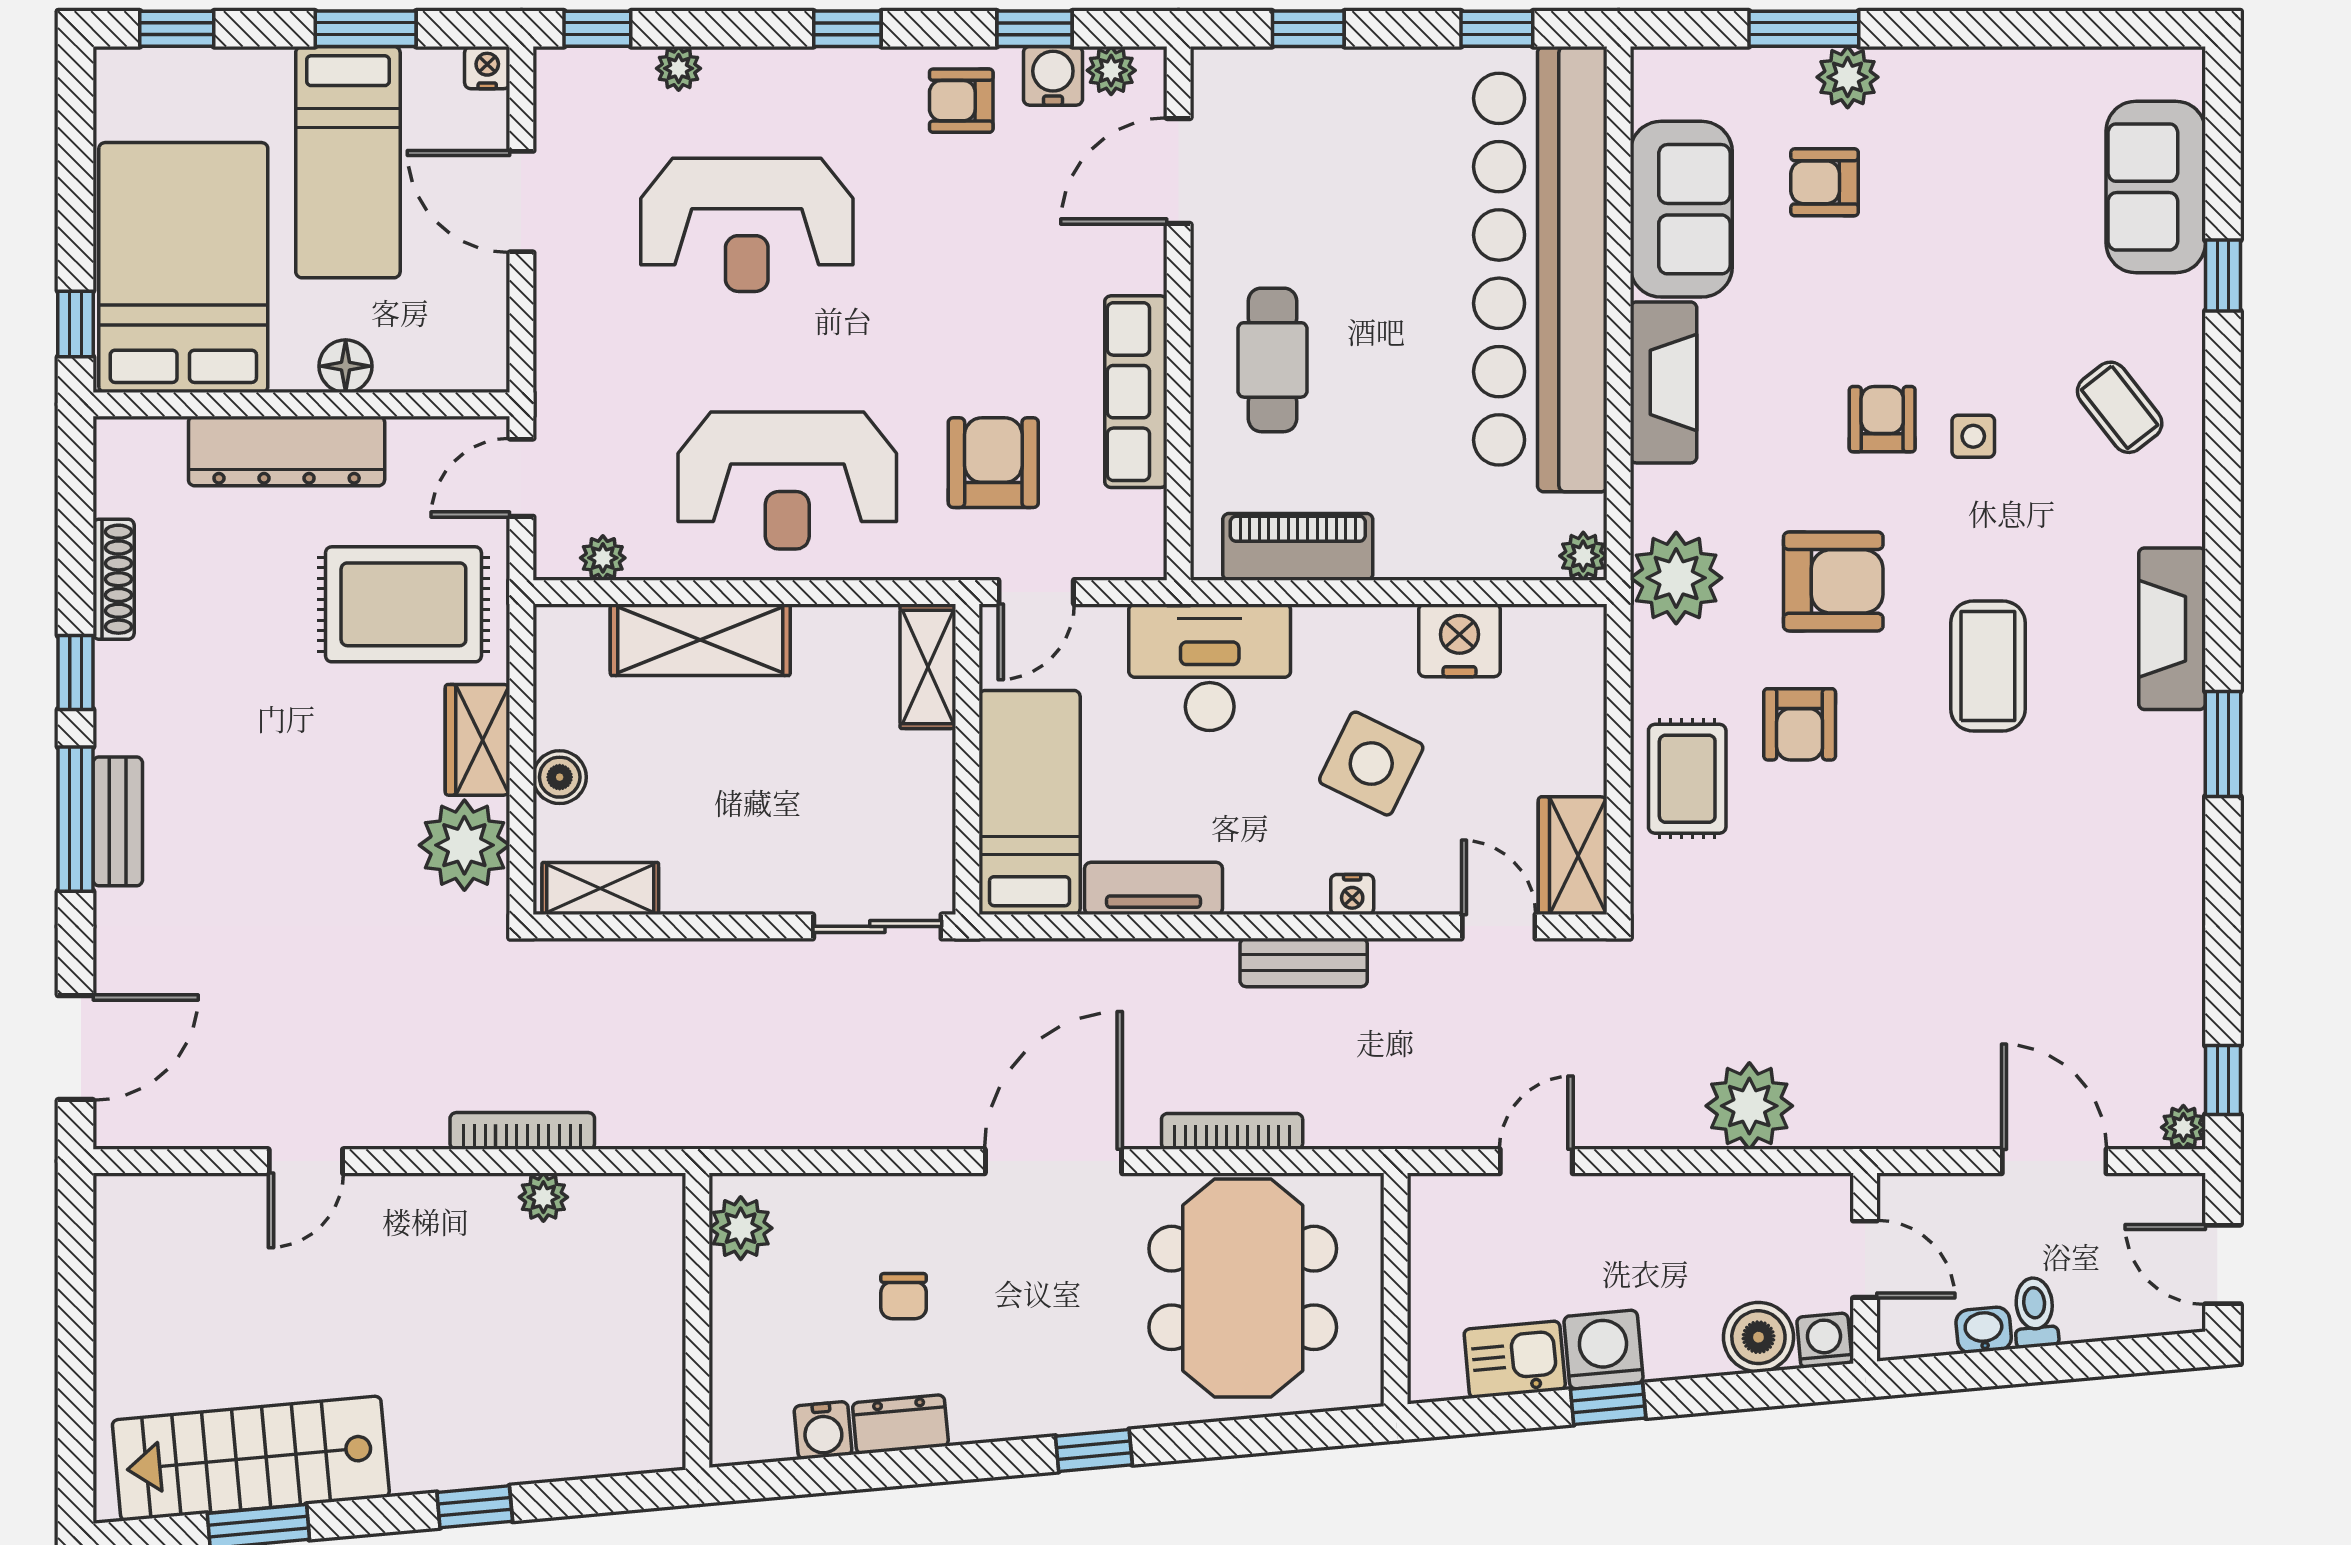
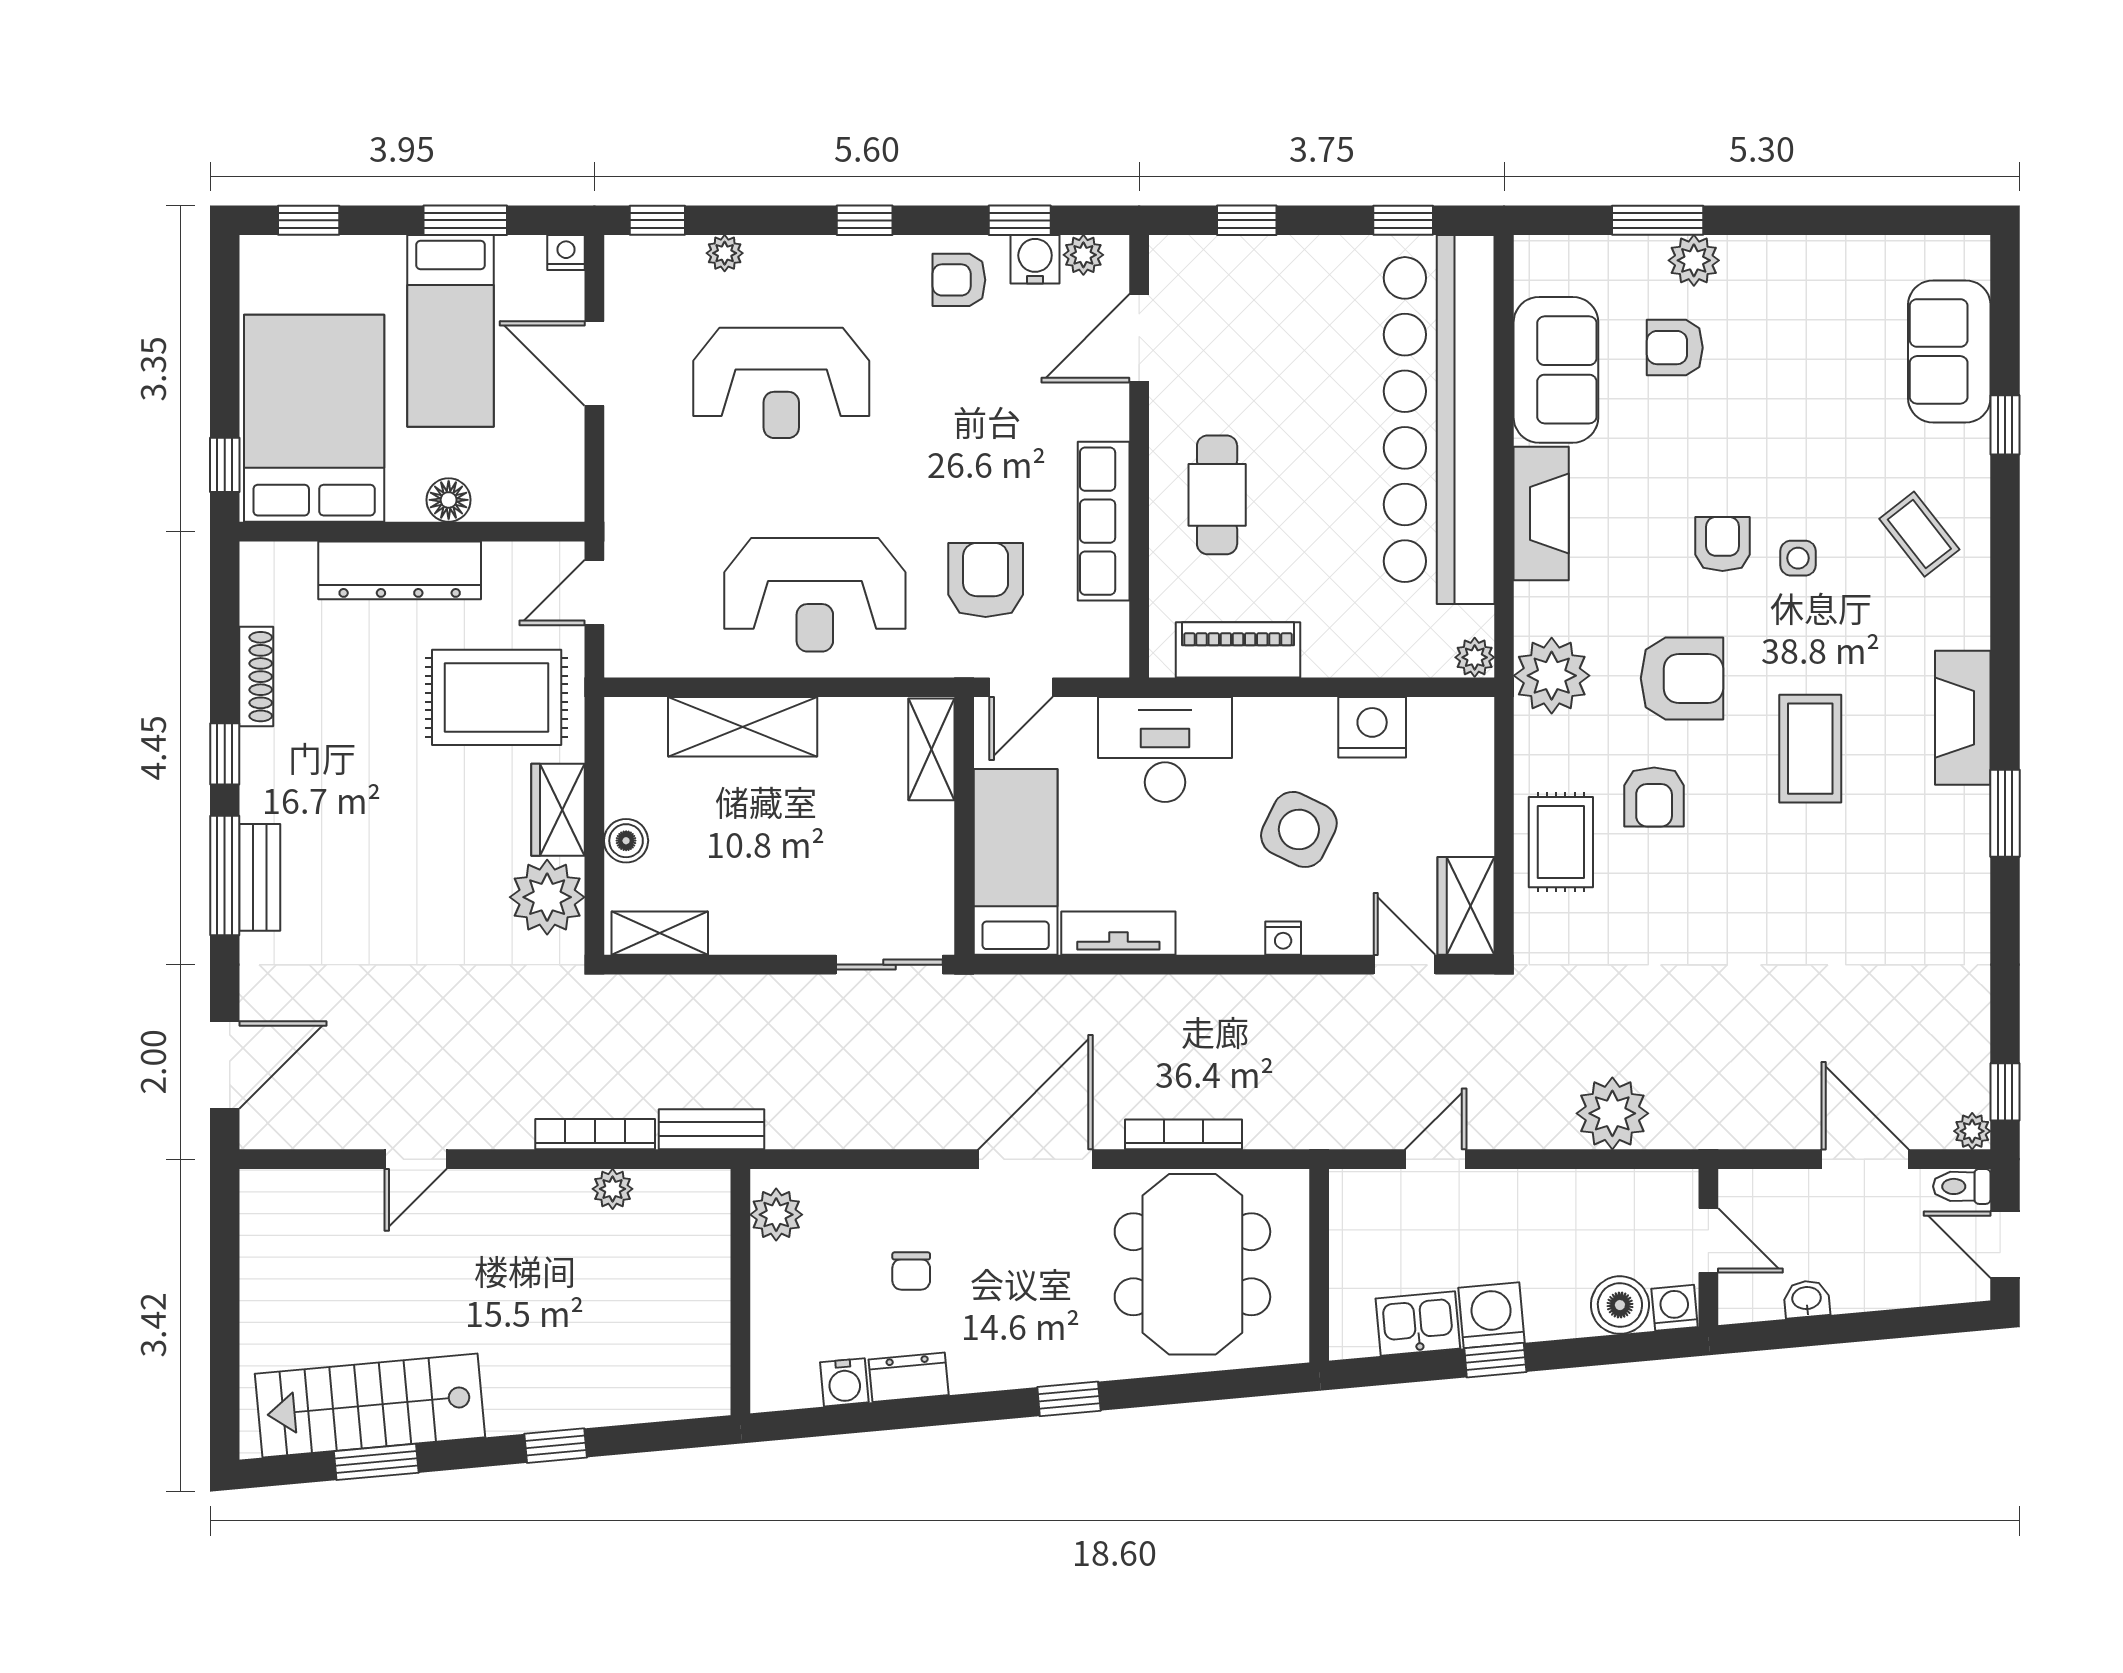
plant: (603, 558) -> (662, 659), removed
bench: (1304, 962) -> (712, 1129), moved
toilet: (2035, 1312) -> (1962, 1186), moved, turned -85

